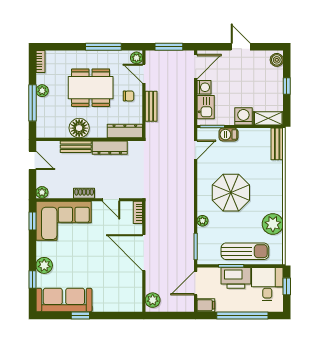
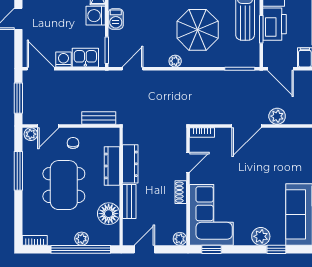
plant: (42, 91) -> (82, 239), moved
window: (32, 103) -> (81, 249), width x1.46
bench: (151, 106) -> (99, 118), moved
floor lamp: (79, 128) -> (109, 214), moved
dresser: (125, 131) -> (112, 166), moved
barbecue: (228, 135) -> (116, 19), moved
door: (196, 150) -> (132, 69), hinge flipped
parasol: (231, 193) -> (198, 30), moved
plant: (202, 221) -> (175, 61), moved
door: (144, 253) -> (247, 126), width x0.73
plant: (153, 300) -> (277, 116), moved

